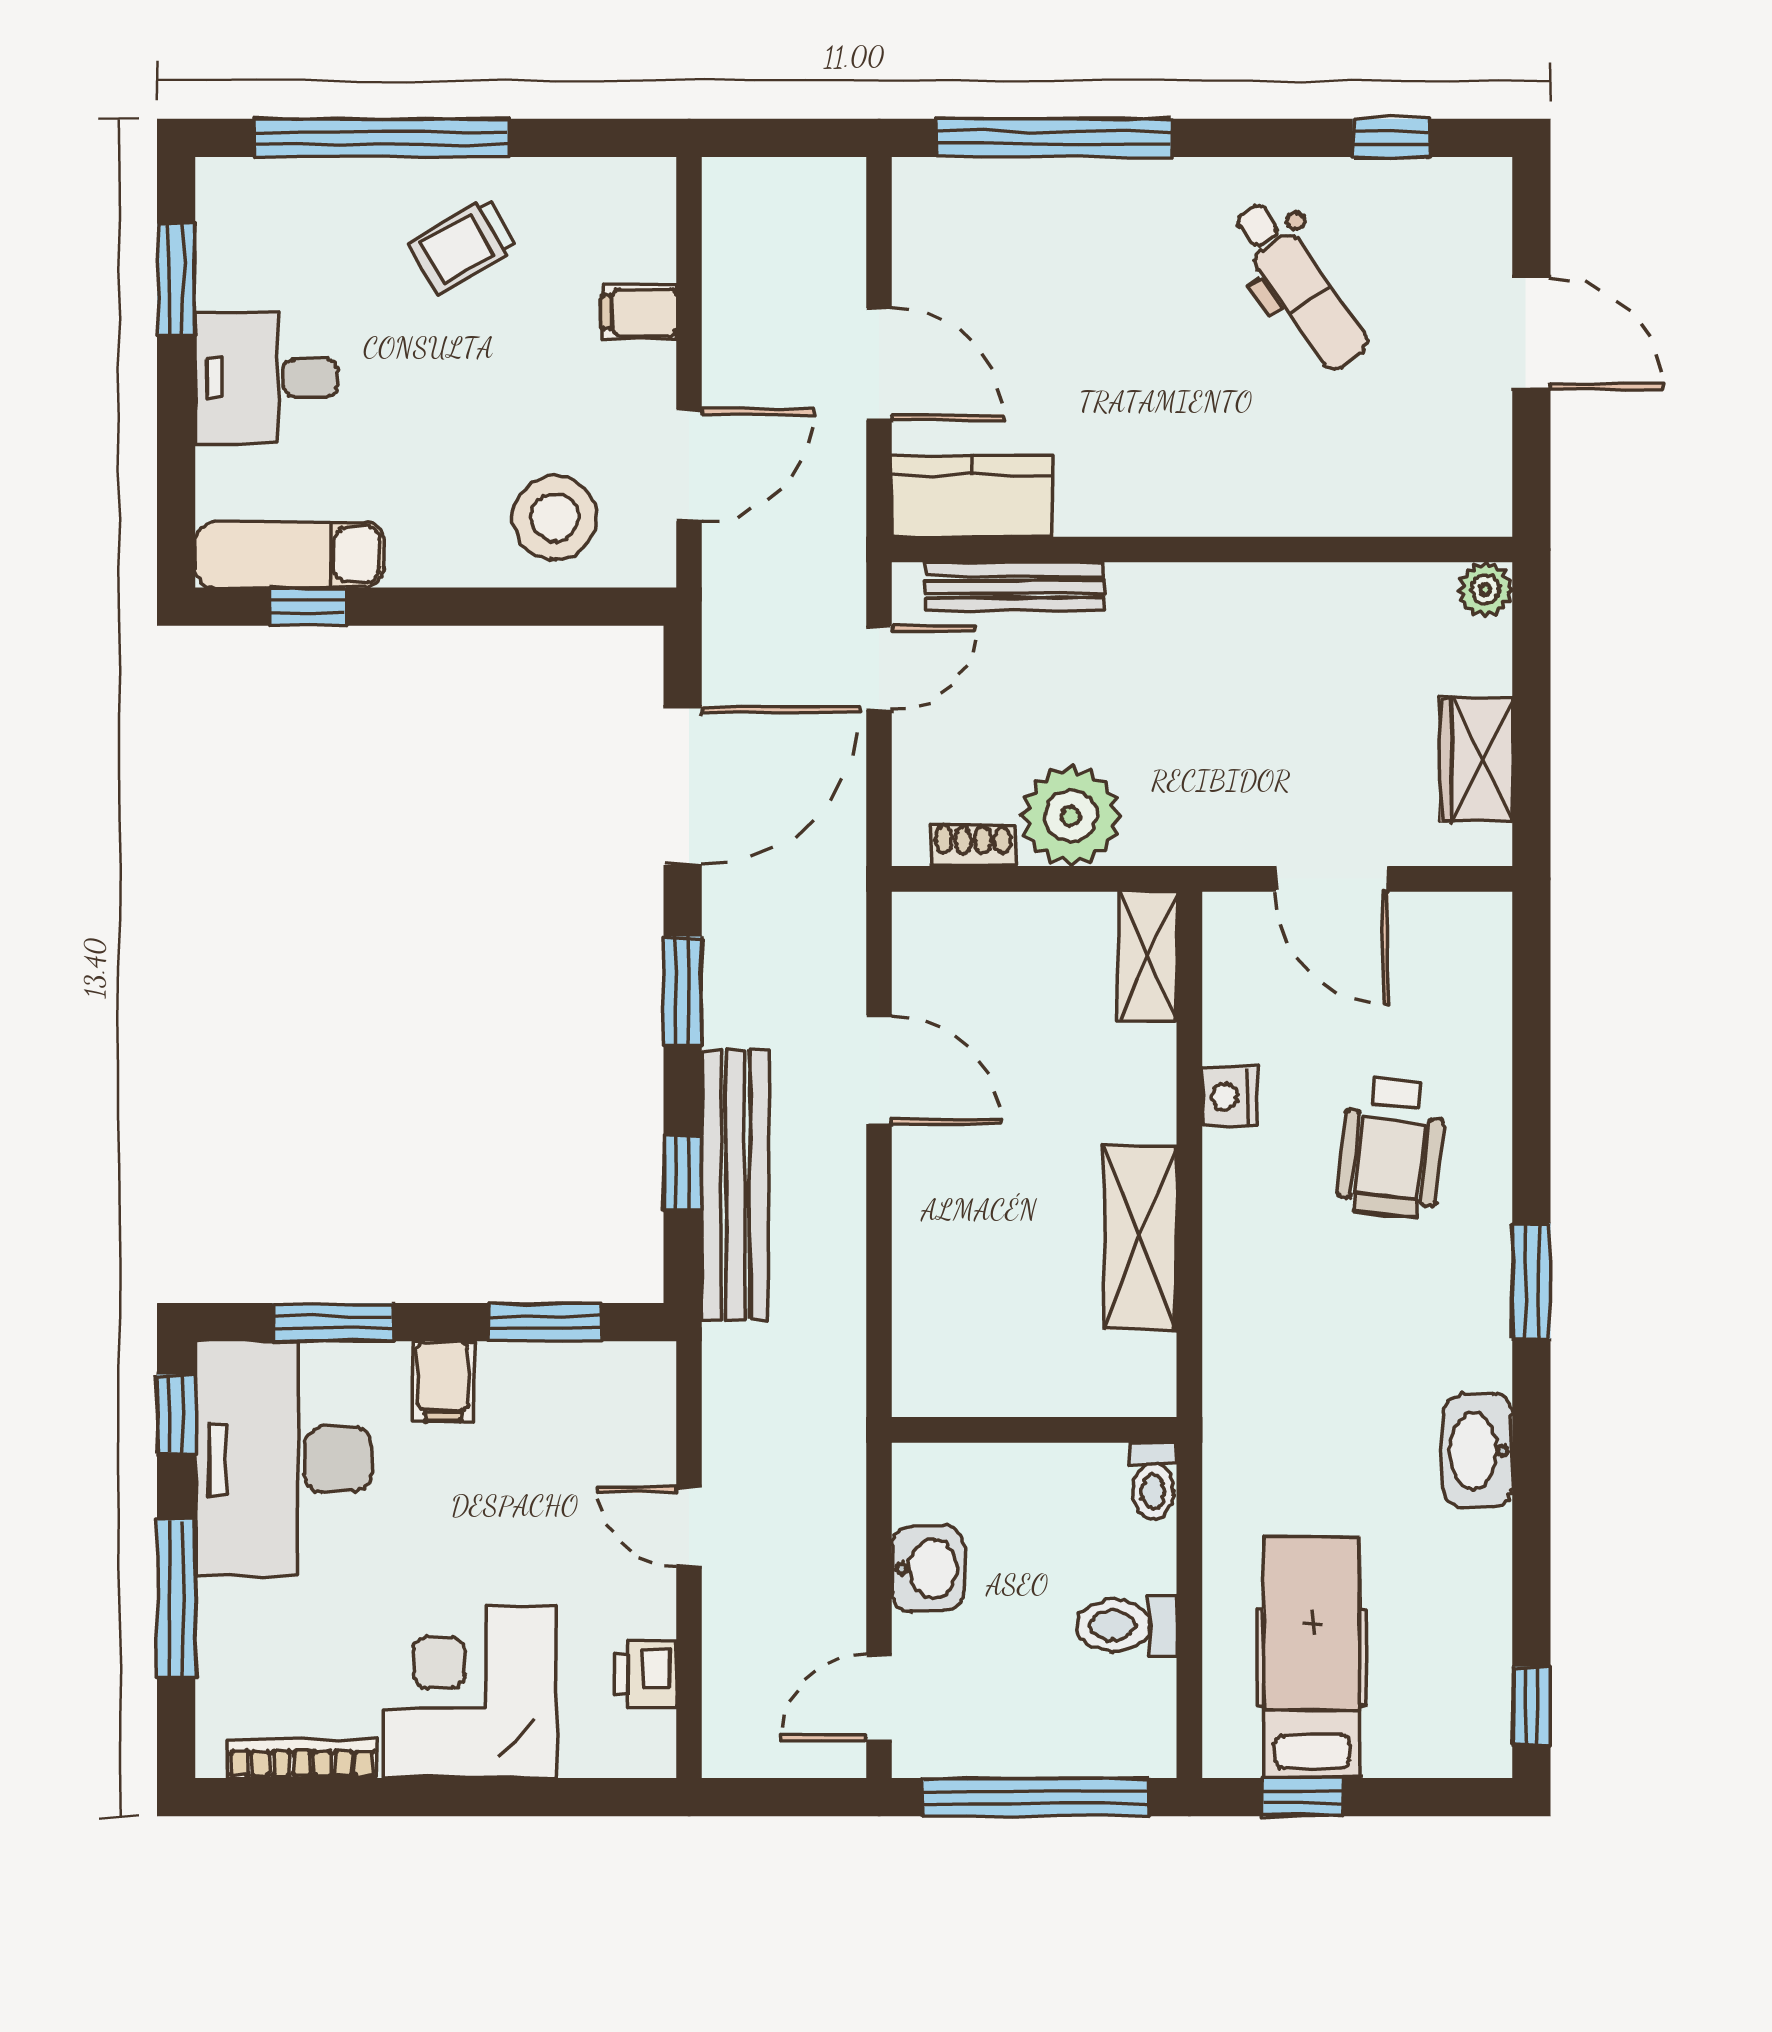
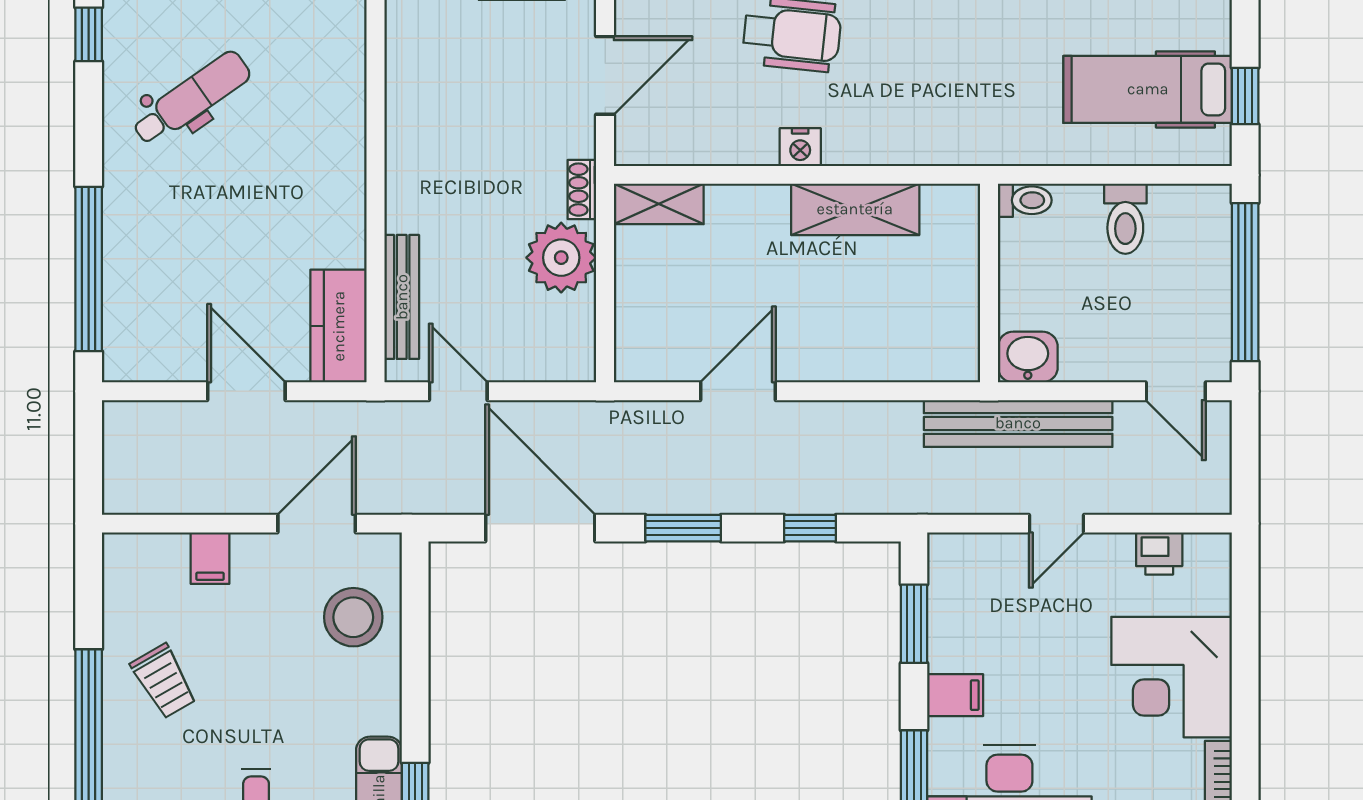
door: (879, 364) -> (246, 391), hinge flipped
door: (689, 465) -> (317, 524), hinge flipped
shoe rack: (973, 846) -> (582, 190), moved
nightstand: (1229, 1097) -> (800, 147), moved
bench: (735, 1185) -> (1018, 423), moved
washbasin: (928, 1569) -> (1028, 357), moved

